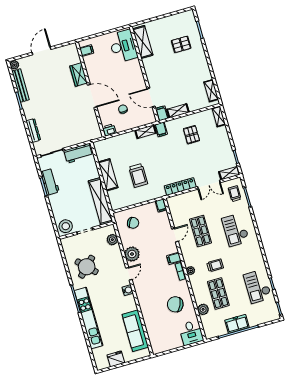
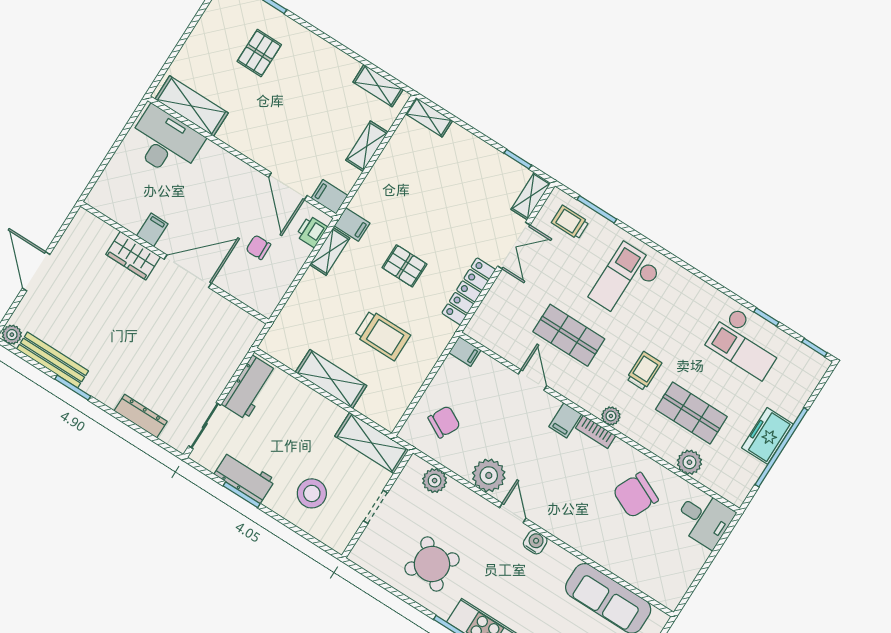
filing cabinet: (87, 50) -> (152, 230), moved
door: (151, 97) -> (288, 186), hinge flipped
shelving: (178, 111) -> (367, 146), moved
printer: (109, 130) -> (312, 231), moved
pallet: (191, 135) -> (404, 266), moved
shelving: (101, 201) -> (372, 443), width x0.68
stool: (66, 226) -> (312, 493), moved
checkout: (236, 230) -> (625, 281), turned 90

